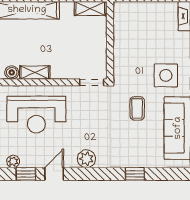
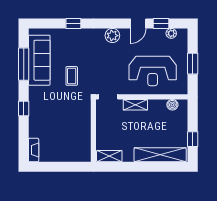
shelving: (35, 73) -> (135, 105), moved
side table: (166, 75) -> (49, 102), removed
reception desk: (36, 115) -> (153, 71), turned 180

